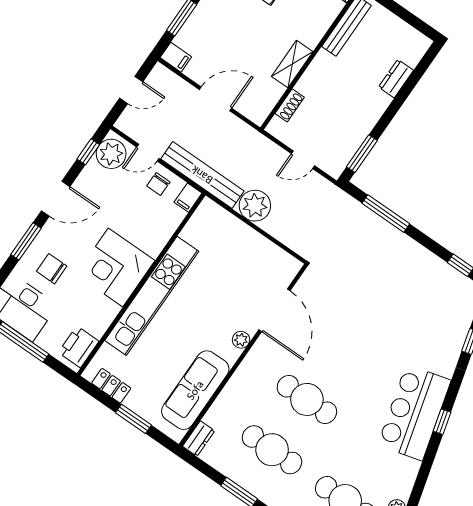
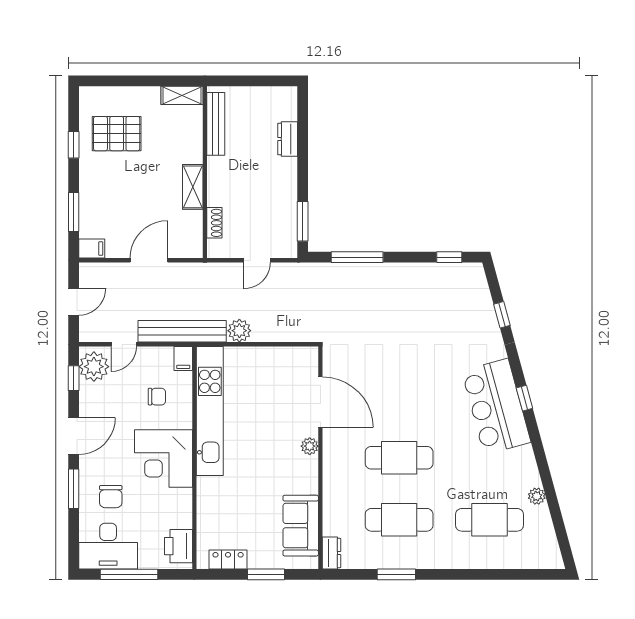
chair: (158, 184) -> (157, 397), moved, turned -90
plant: (255, 206) -> (239, 331), width x0.73, depth x0.73
chair: (52, 269) -> (111, 497), turned -90
kitchen unit: (152, 296) -> (210, 411), moved
sofa: (195, 390) -> (301, 526), width x0.73

